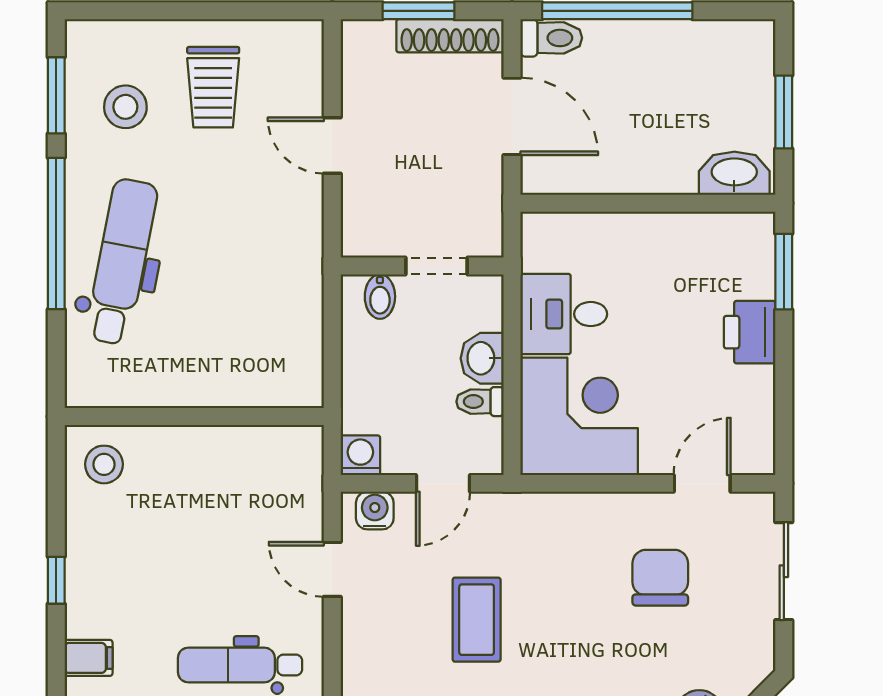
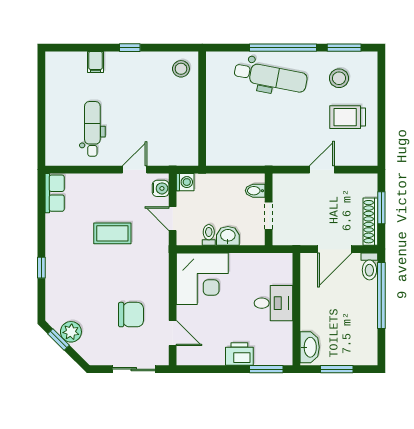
desk: (564, 314) -> (274, 303), moved, turned 90

